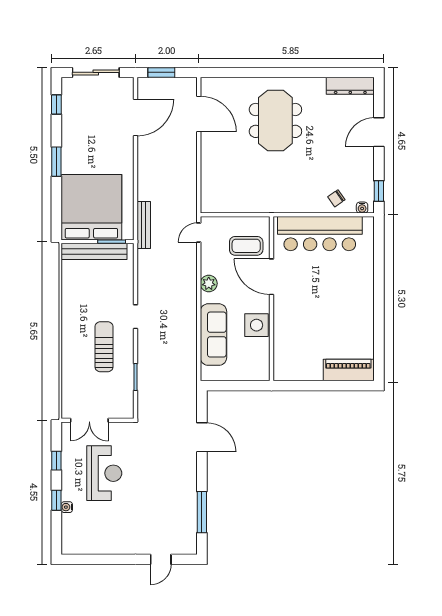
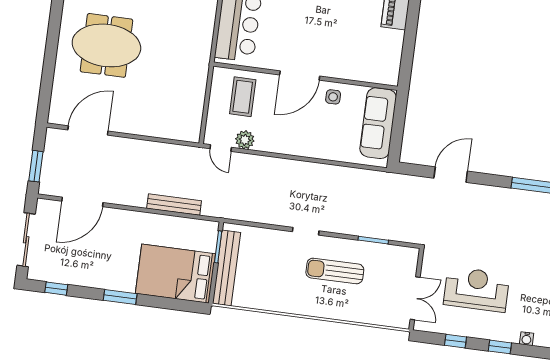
door: (136, 117) -> (82, 202), swing flipped
bed: (91, 207) -> (175, 274), width x0.73
bench: (144, 225) -> (174, 205), moved
door: (271, 277) -> (300, 75), moved
plant: (209, 283) -> (245, 140), moved
side table: (257, 325) -> (333, 97), width x0.54, depth x0.54
sofa: (213, 335) -> (378, 123), moved, turned -90
water cooler: (67, 507) -> (527, 339), moved

